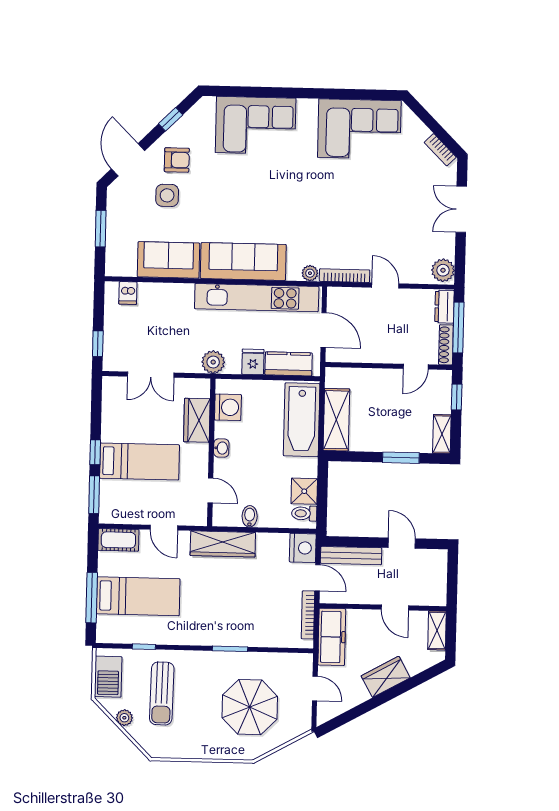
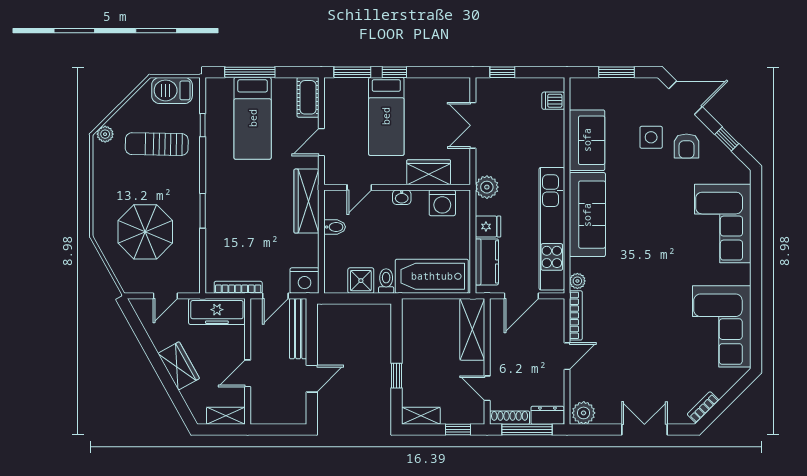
shelving: (336, 420) -> (472, 329), moved, turned 90
window: (401, 458) -> (396, 376), width x0.67
toilet: (304, 513) -> (386, 281), moved
plant: (124, 718) -> (105, 134), moved

